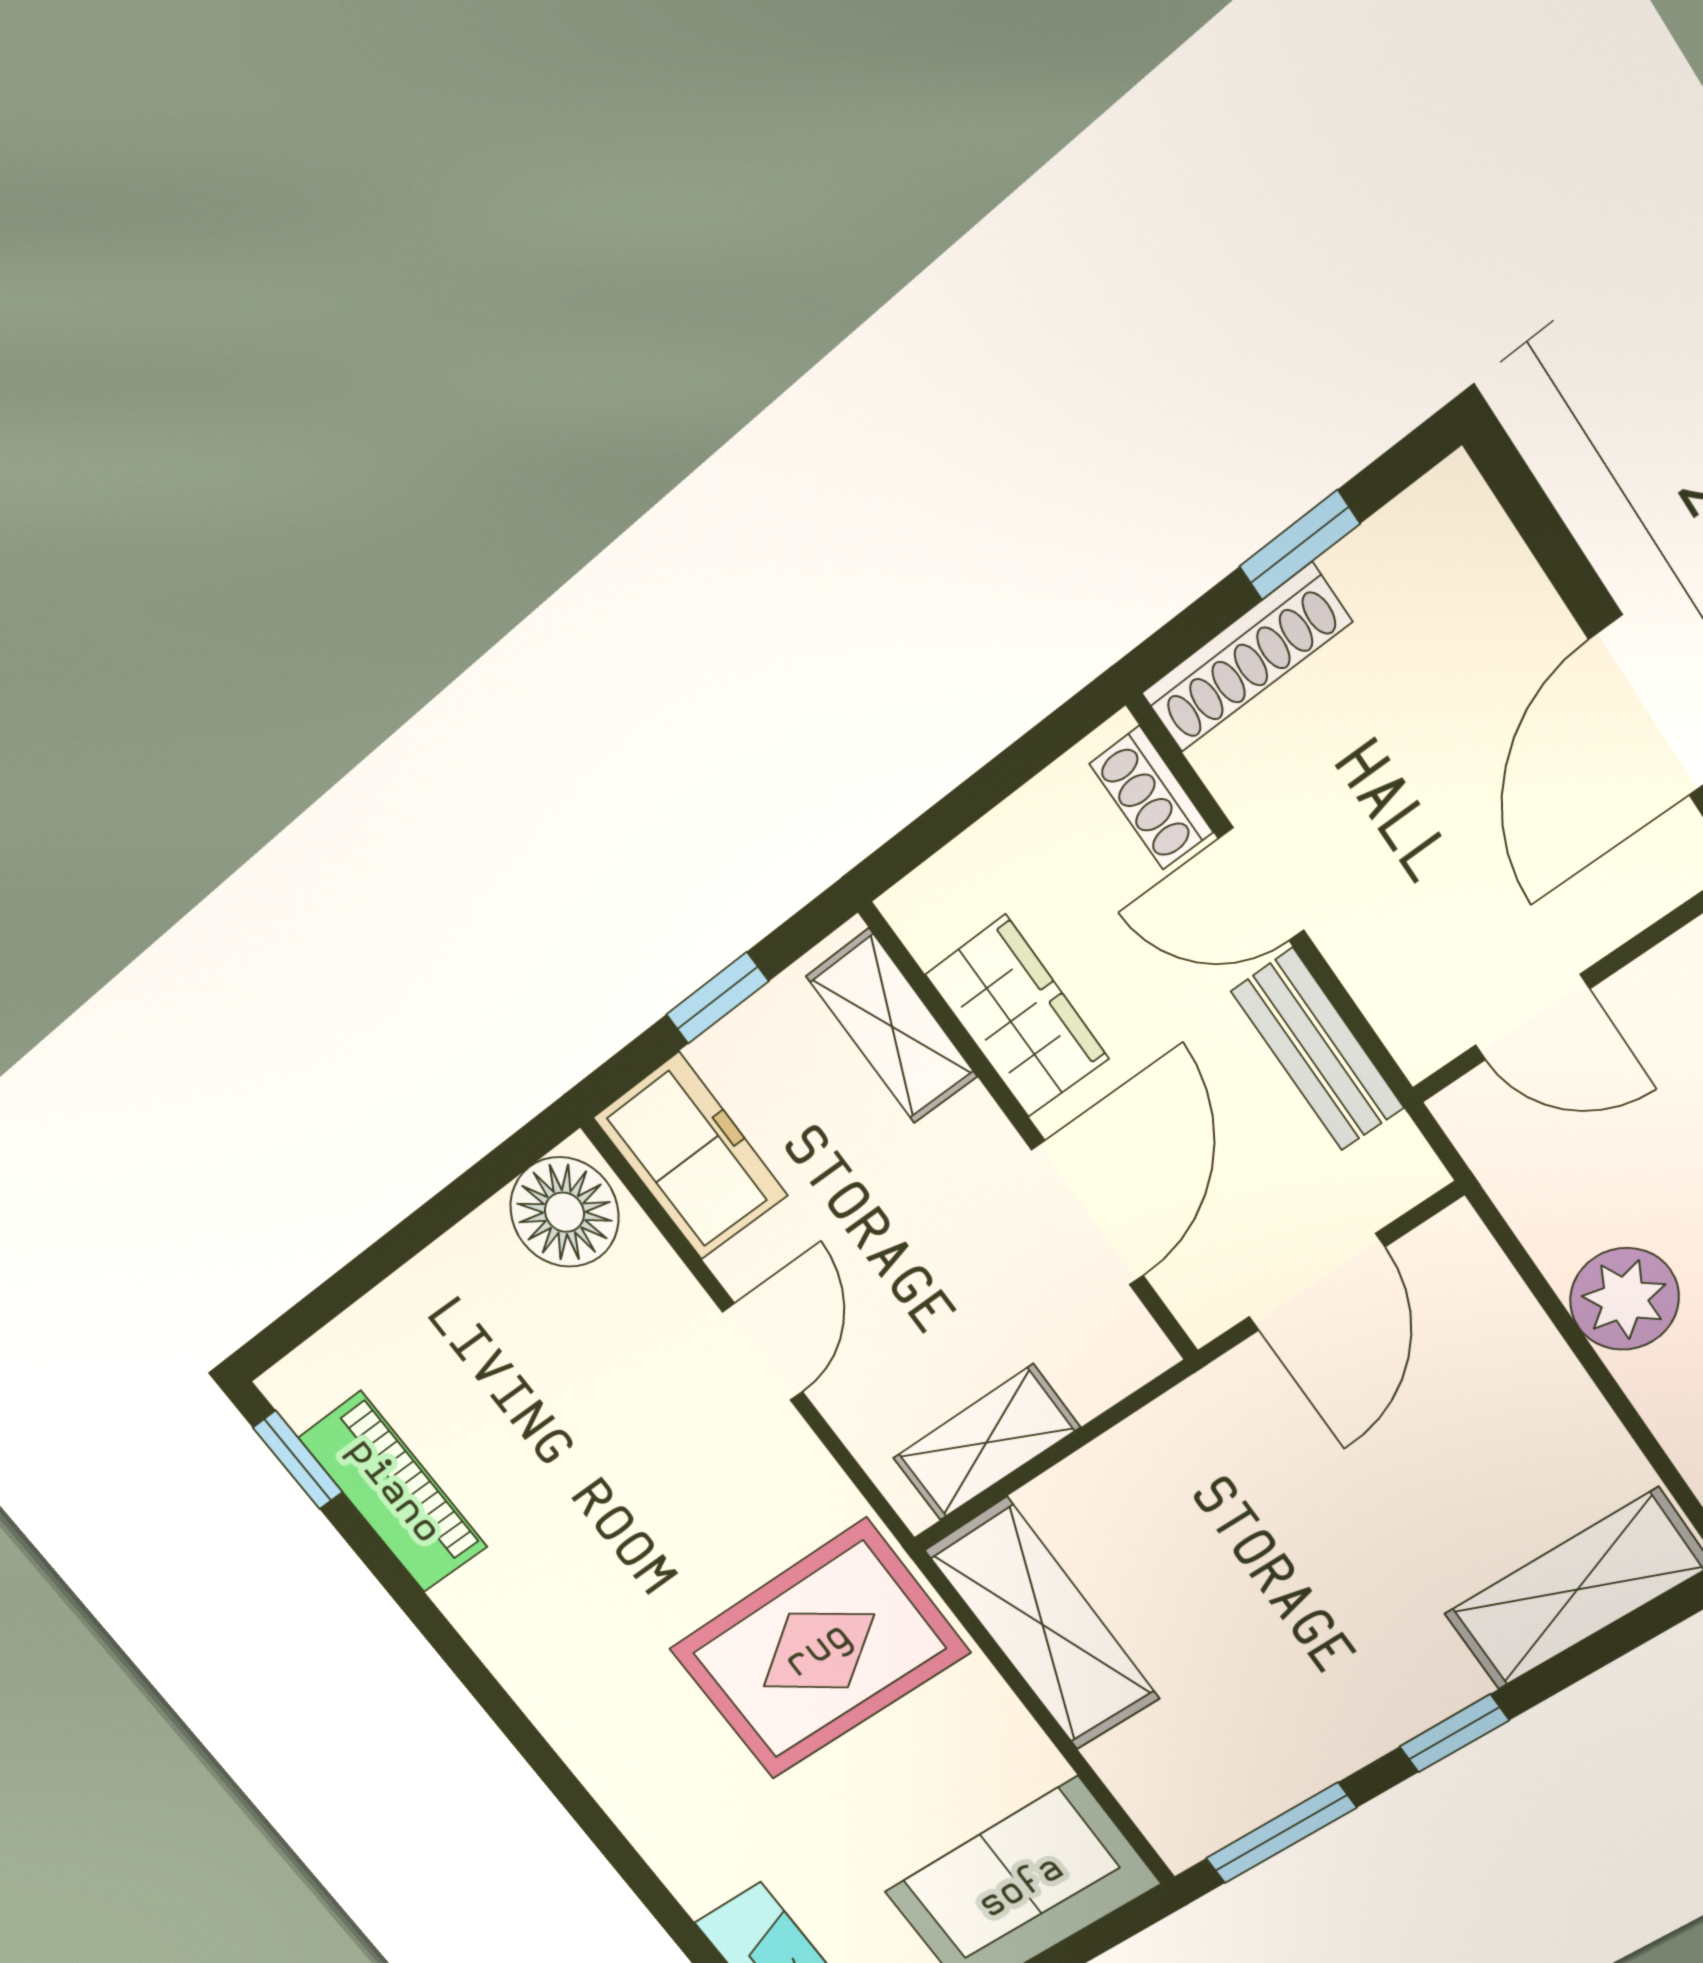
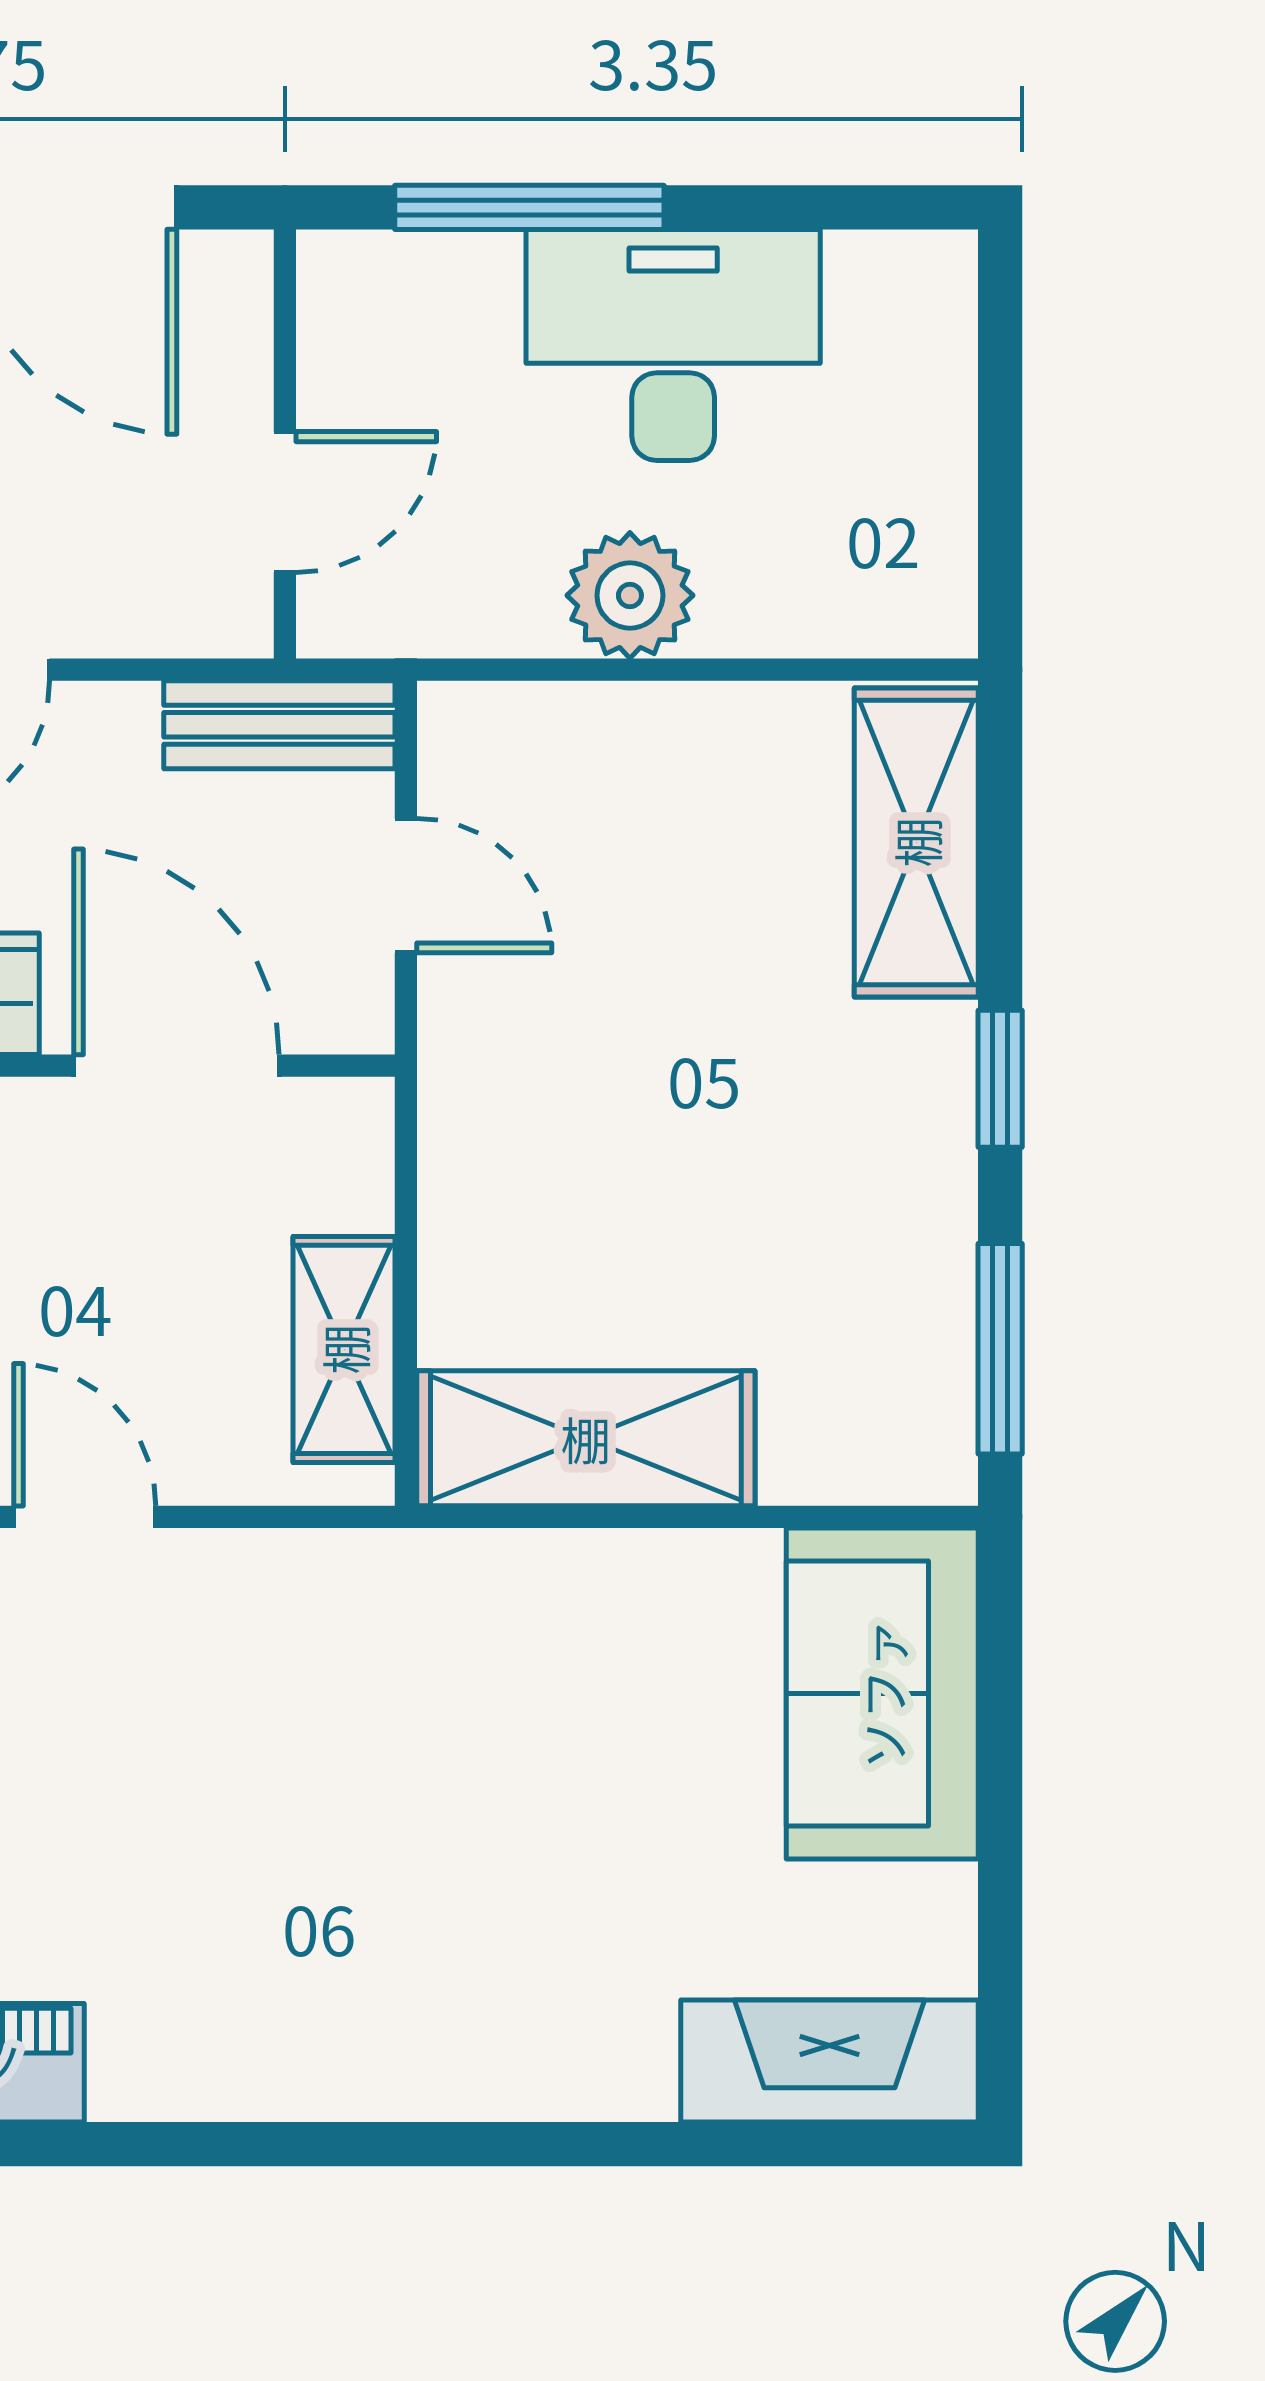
bench: (1318, 1050) -> (279, 725), moved
door: (1316, 1282) -> (406, 886), width x0.73
rug: (819, 1651) -> (452, 1713), removed

